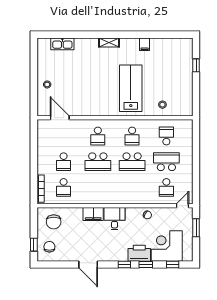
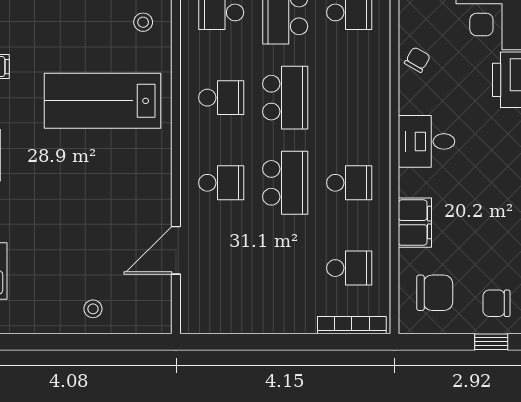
door: (60, 118) -> (176, 250), moved
school desk: (64, 162) -> (349, 183), moved
filing cabinet: (93, 214) -> (415, 223), moved

